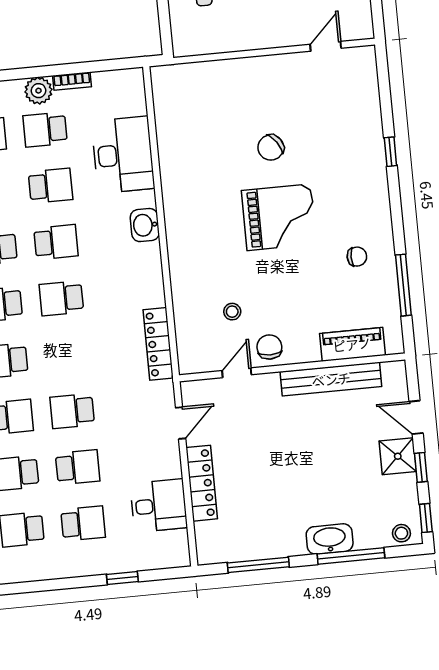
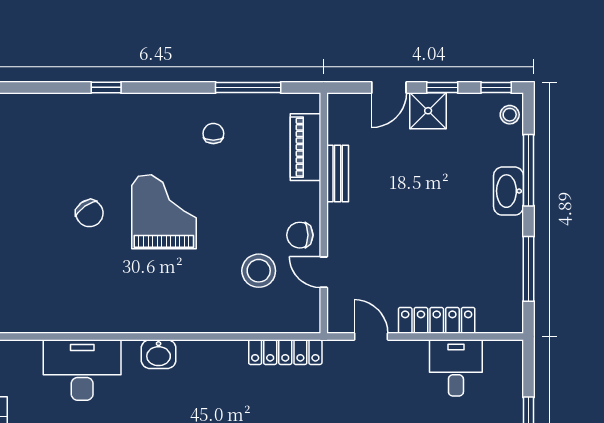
stool: (232, 312) -> (259, 271), width x1.89, depth x1.89
bench: (331, 379) -> (338, 173), width x0.54, depth x0.82

